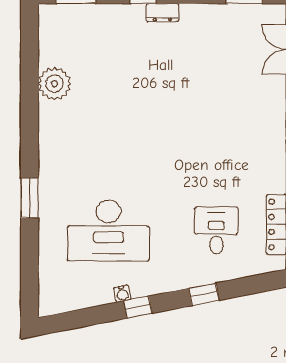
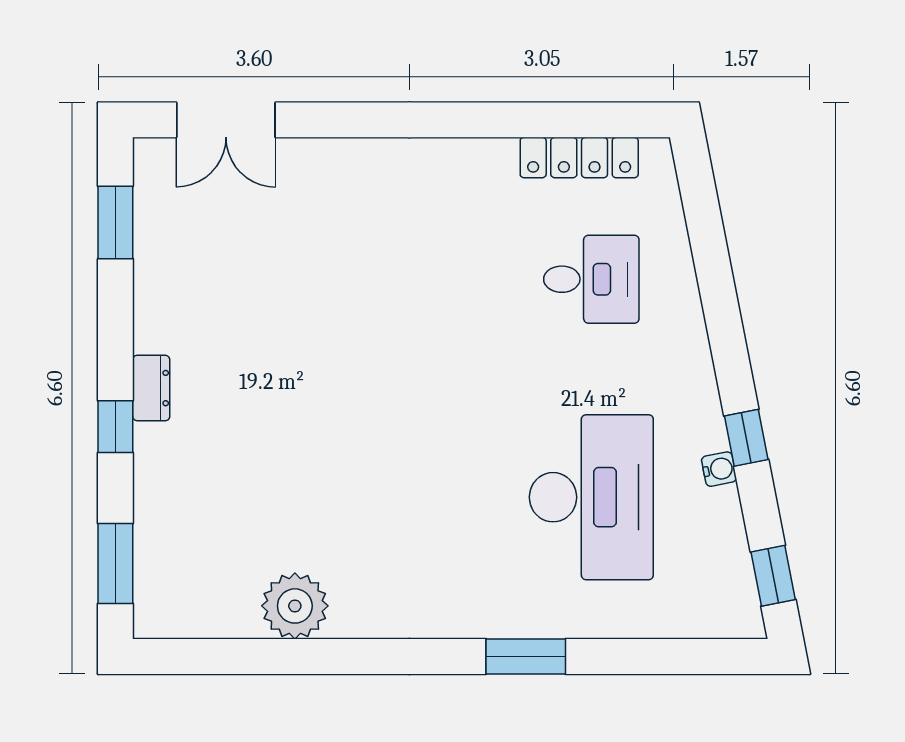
desk: (216, 230) -> (591, 279), turned 180
window: (204, 294) -> (773, 576), moved

